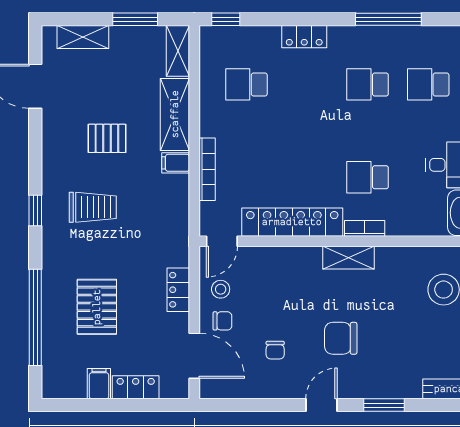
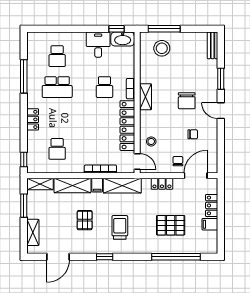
school desk: (368, 84) -> (57, 87), width x1.85
window: (35, 211) -> (105, 257), moved
shelving: (174, 212) -> (122, 186), added
stool: (221, 289) -> (151, 141), moved

